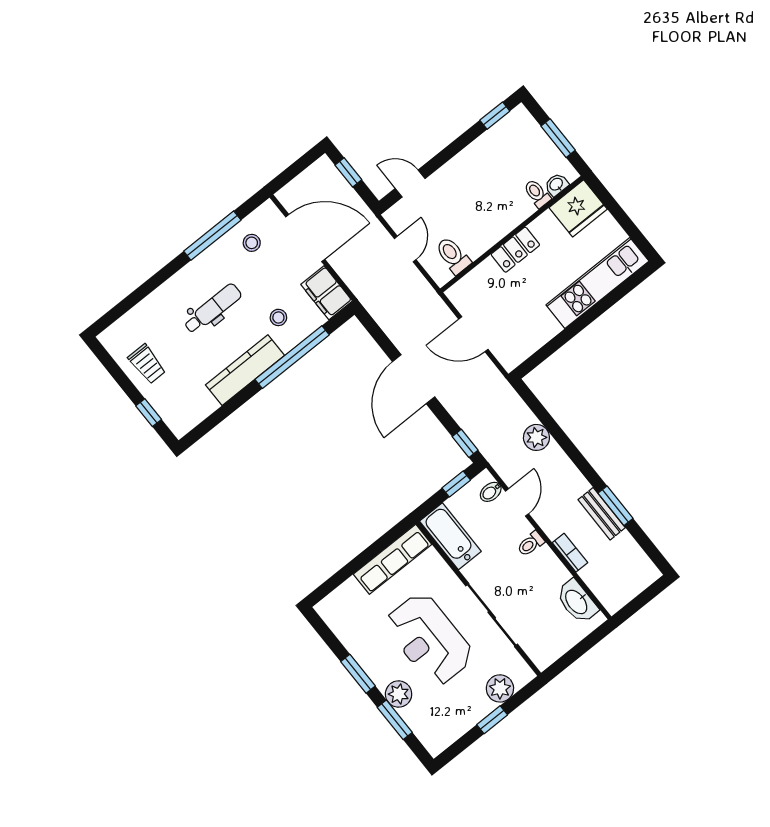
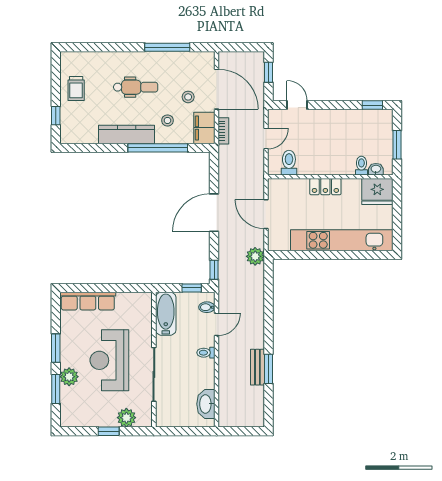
stool: (252, 243) -> (188, 97), moved
kitchen unit: (597, 283) -> (342, 240), width x1.36
plant: (536, 437) -> (255, 256), moved
bookcase: (570, 553) -> (223, 131), moved
row of seats: (393, 559) -> (88, 301), moved

